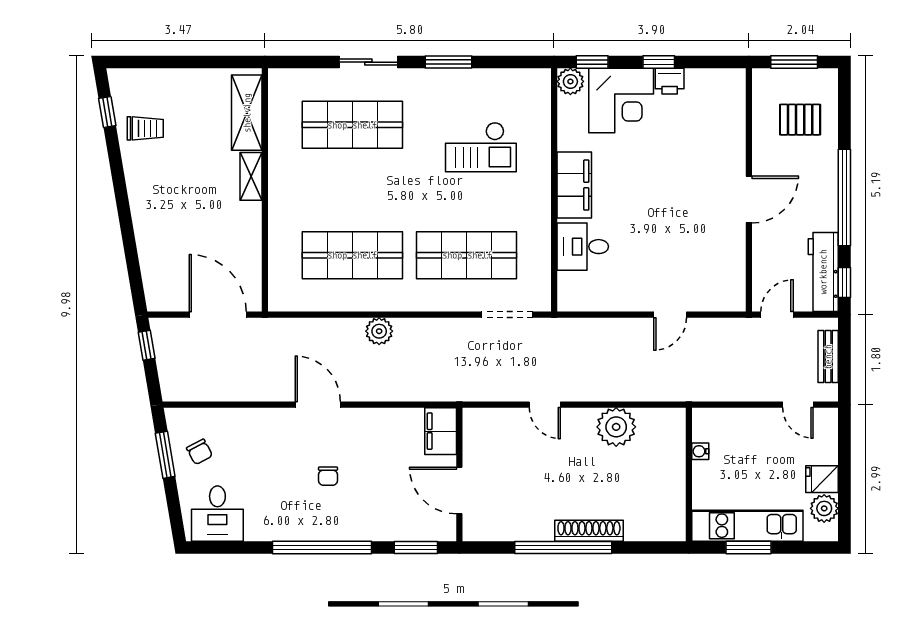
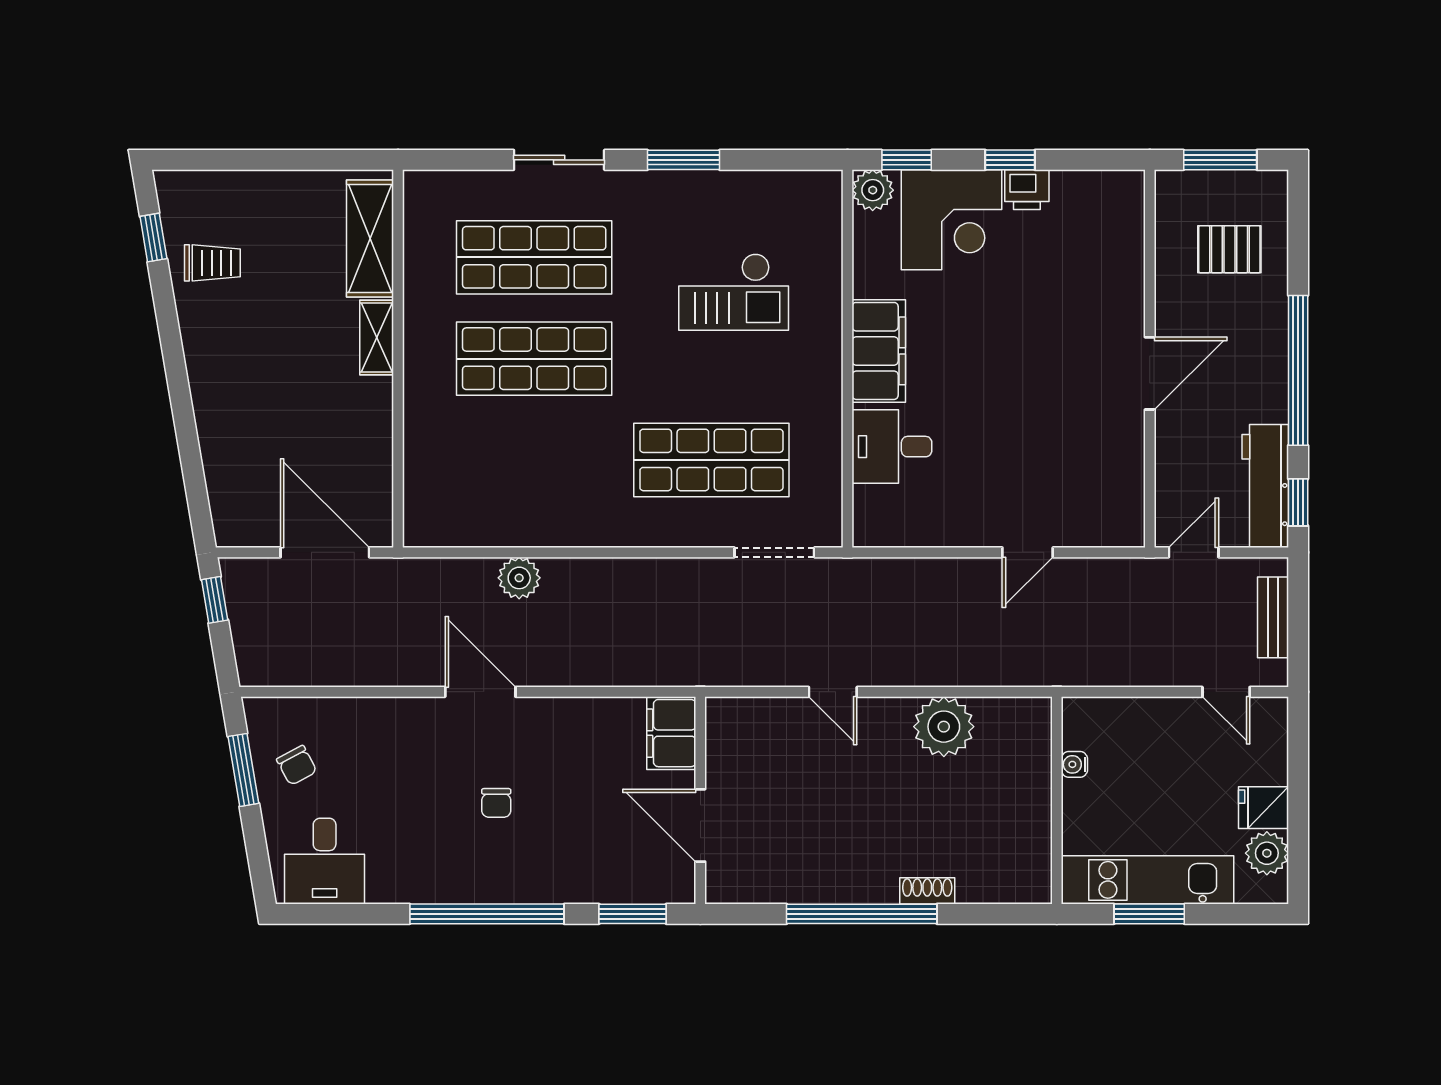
shop shelf: (352, 255) -> (534, 359), moved
plant: (379, 331) -> (519, 578), moved
shoe rack: (589, 531) -> (927, 891), width x0.51, depth x0.81

